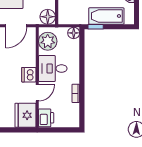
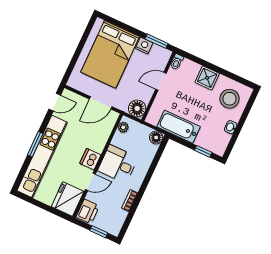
bathtub: (106, 16) -> (179, 127), moved
window: (96, 27) -> (203, 151), moved
plant: (48, 41) -> (123, 127), width x0.53, depth x0.53
window: (63, 130) -> (99, 232), added

